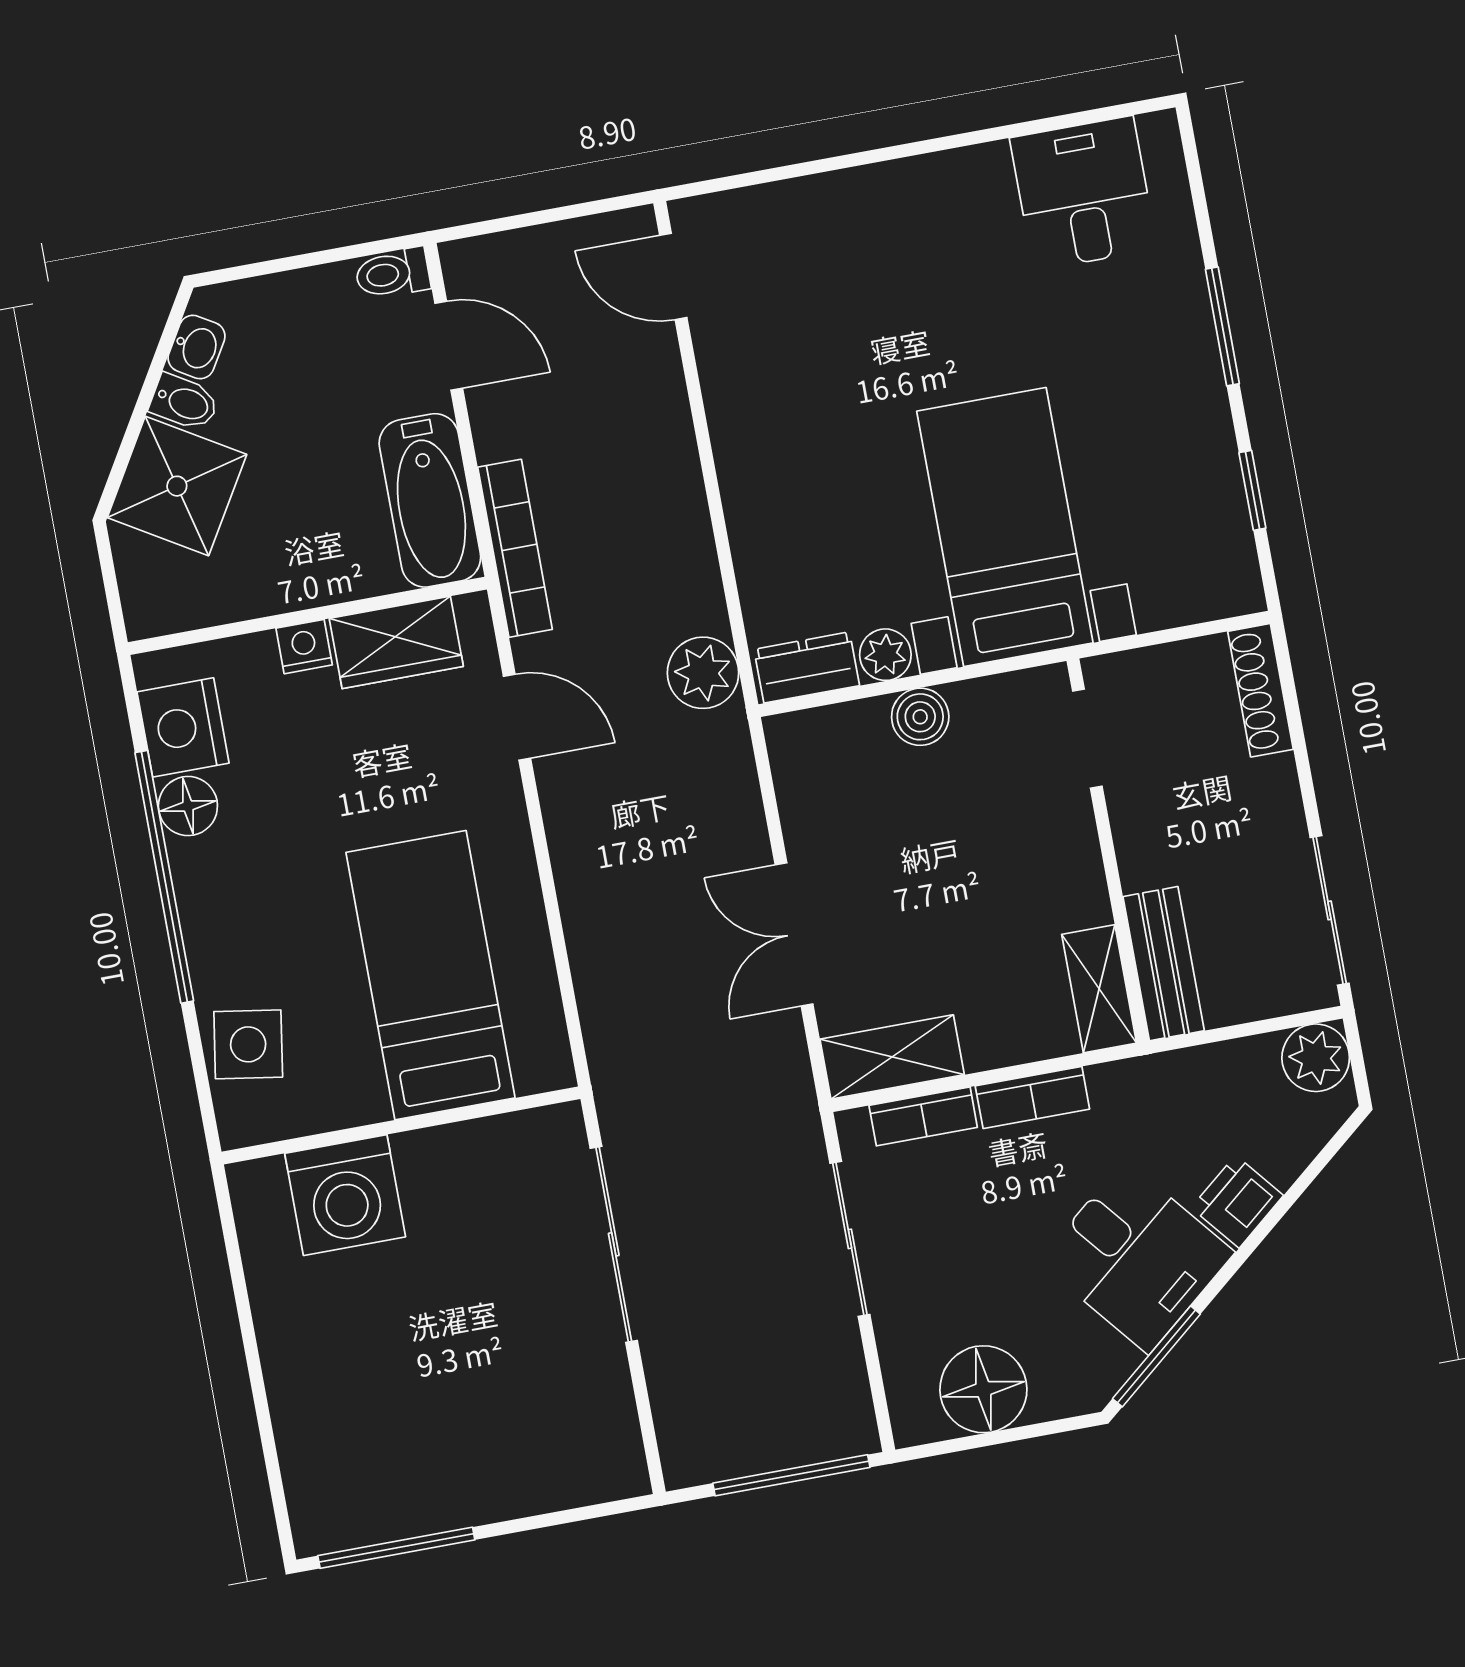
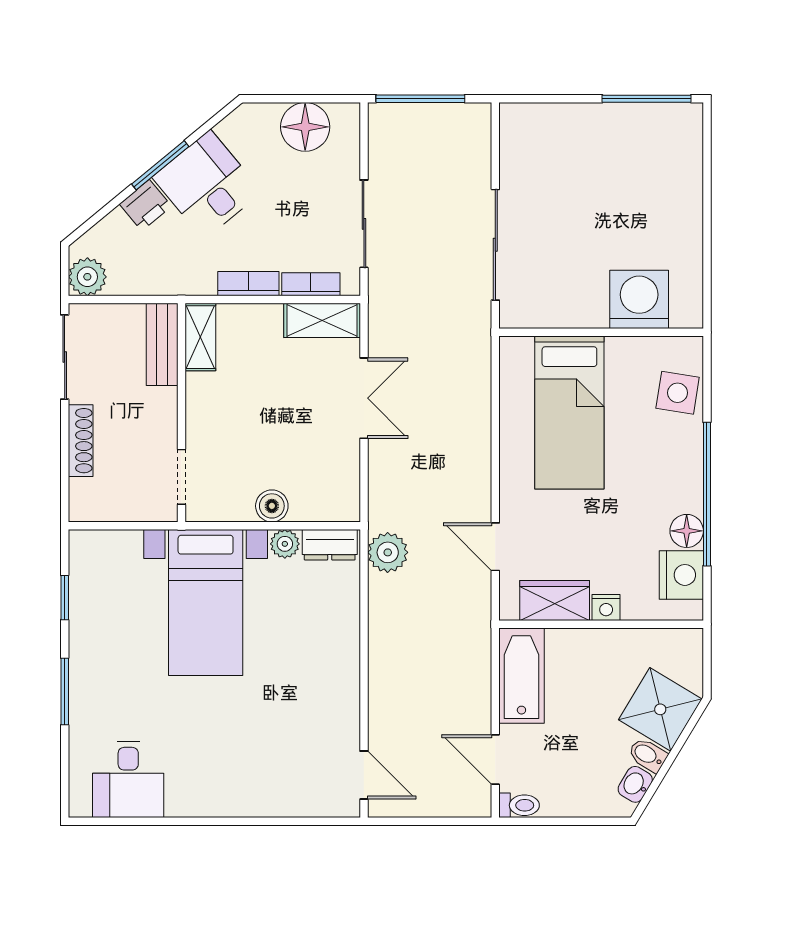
bookcase: (515, 548) -> (479, 641), removed
shoe rack: (1260, 690) -> (81, 441), moved
window: (1156, 1356) -> (160, 165), moved

